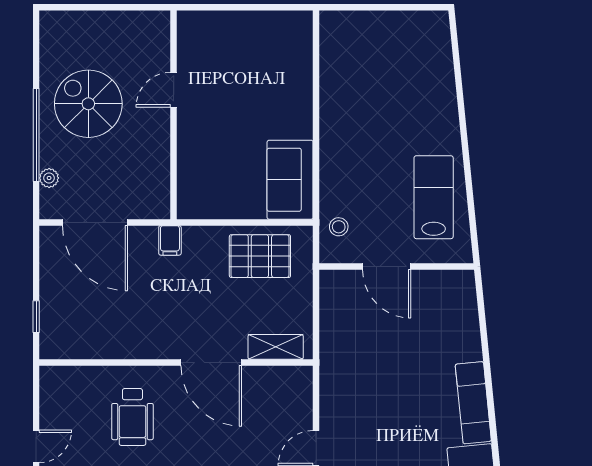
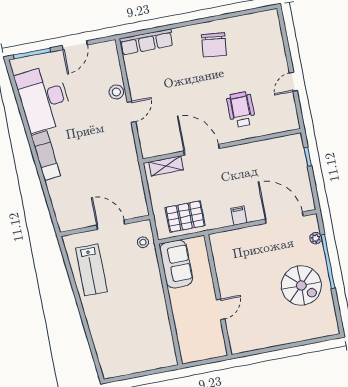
door: (174, 90) -> (221, 309), moved
wall: (174, 115) -> (218, 295), moved

